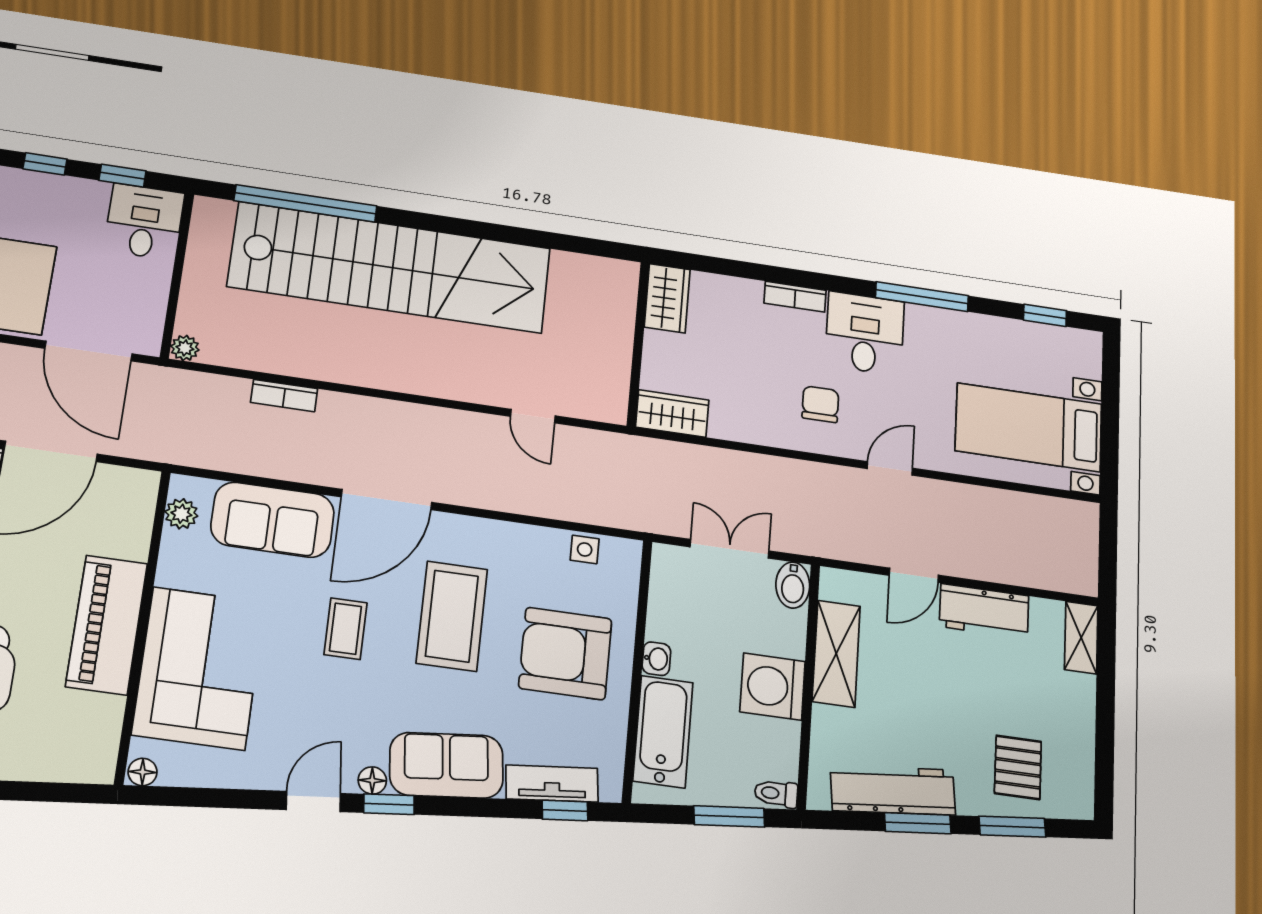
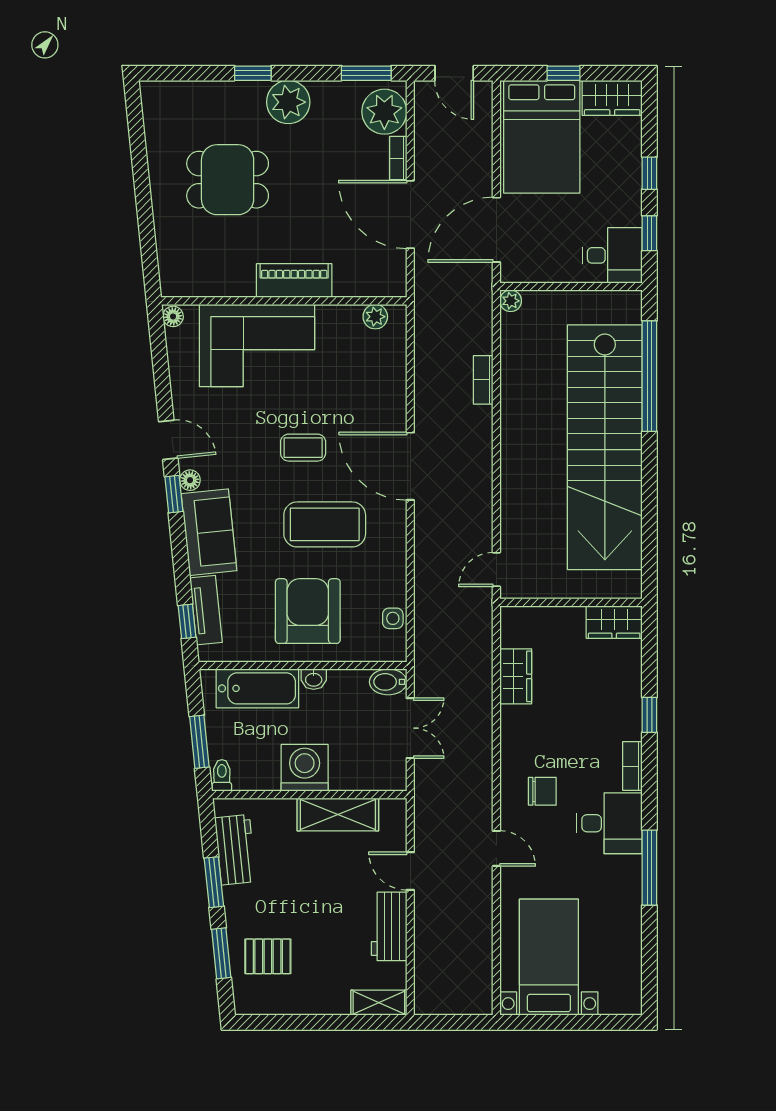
wardrobe: (667, 298) -> (614, 622), moved
window: (1045, 315) -> (649, 715), moved
wall: (638, 344) -> (571, 602), moved
sofa: (273, 520) -> (381, 384), removed
bidet: (793, 585) -> (388, 682), moved
piano: (107, 625) -> (294, 281), width x0.73, depth x0.75
workbench: (893, 790) -> (235, 850), width x0.73

